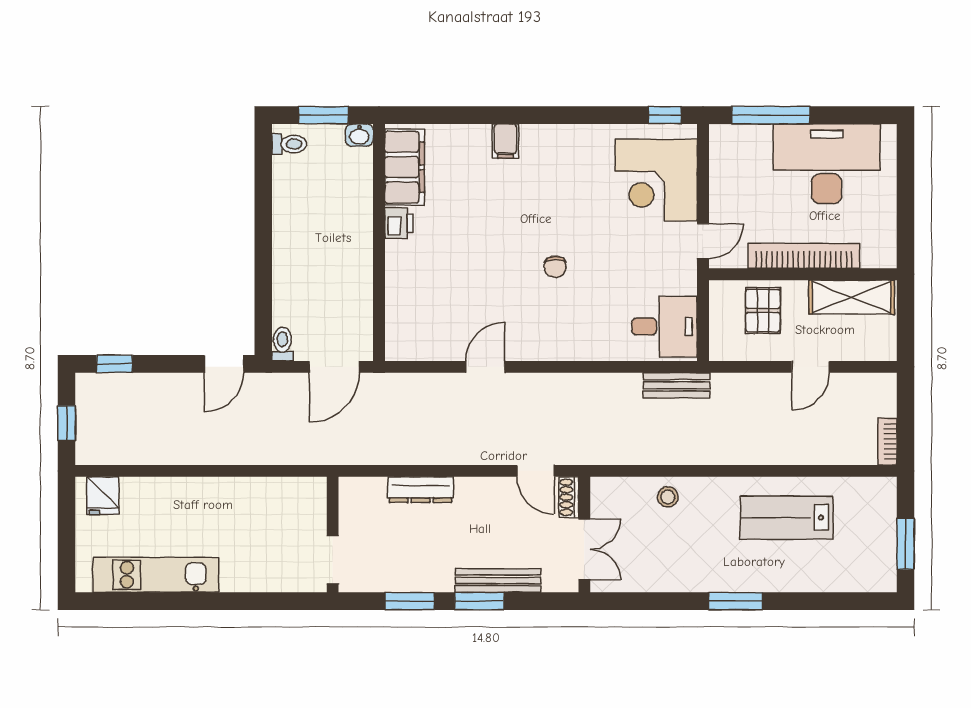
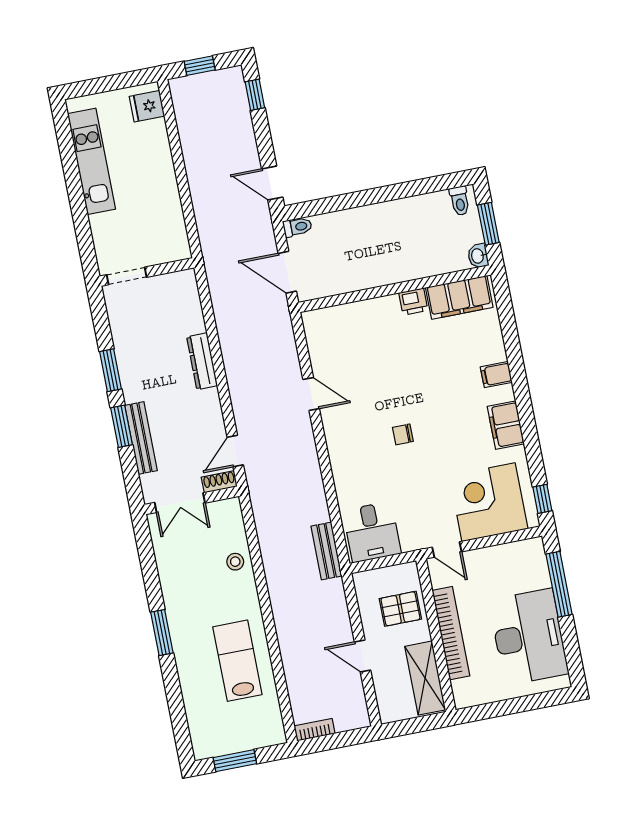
filing cabinet: (568, 142) -> (506, 425), added
wall: (333, 535) -> (147, 272), moved
doorway: (333, 560) -> (127, 276), moved

